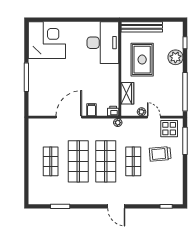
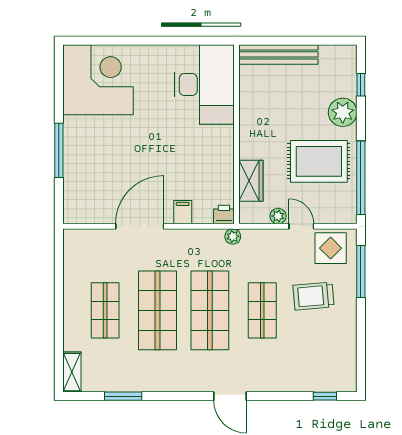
rug: (142, 60) -> (319, 161), moved, turned 90
shelving: (33, 194) -> (72, 372), added

